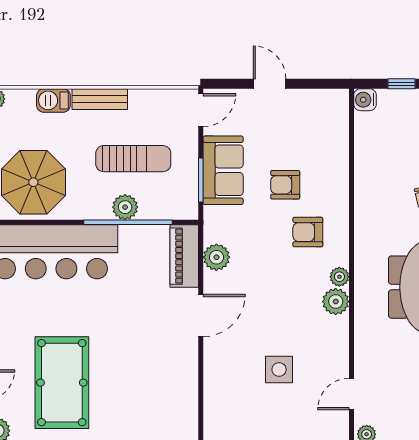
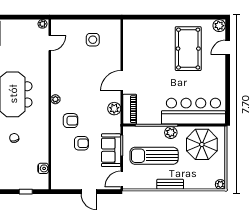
barbecue: (53, 100) -> (192, 184), removed
water cooler: (365, 100) -> (43, 168), moved
sun lounger: (133, 159) -> (154, 156), width x1.36, depth x1.34
plant: (125, 207) -> (171, 133), moved
plant: (336, 302) -> (57, 87), removed
side table: (279, 370) -> (93, 40), moved

